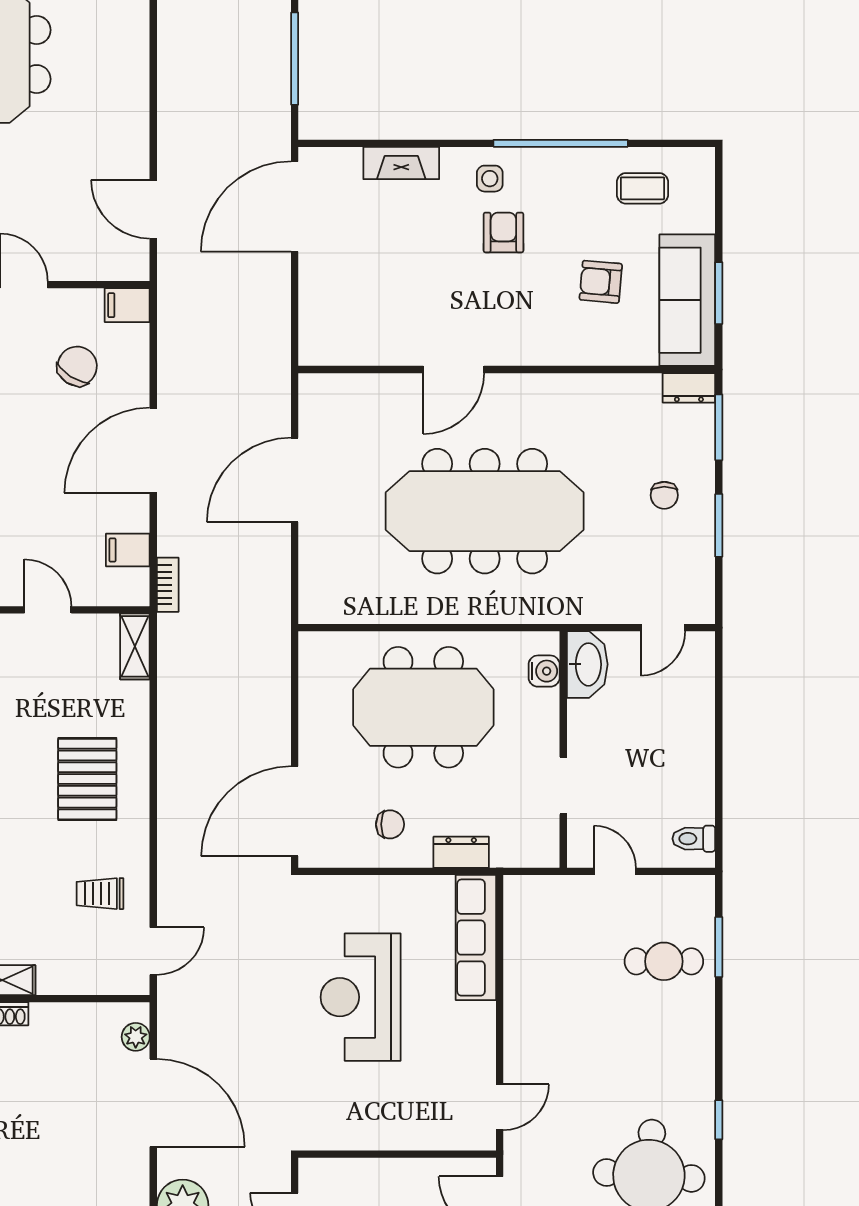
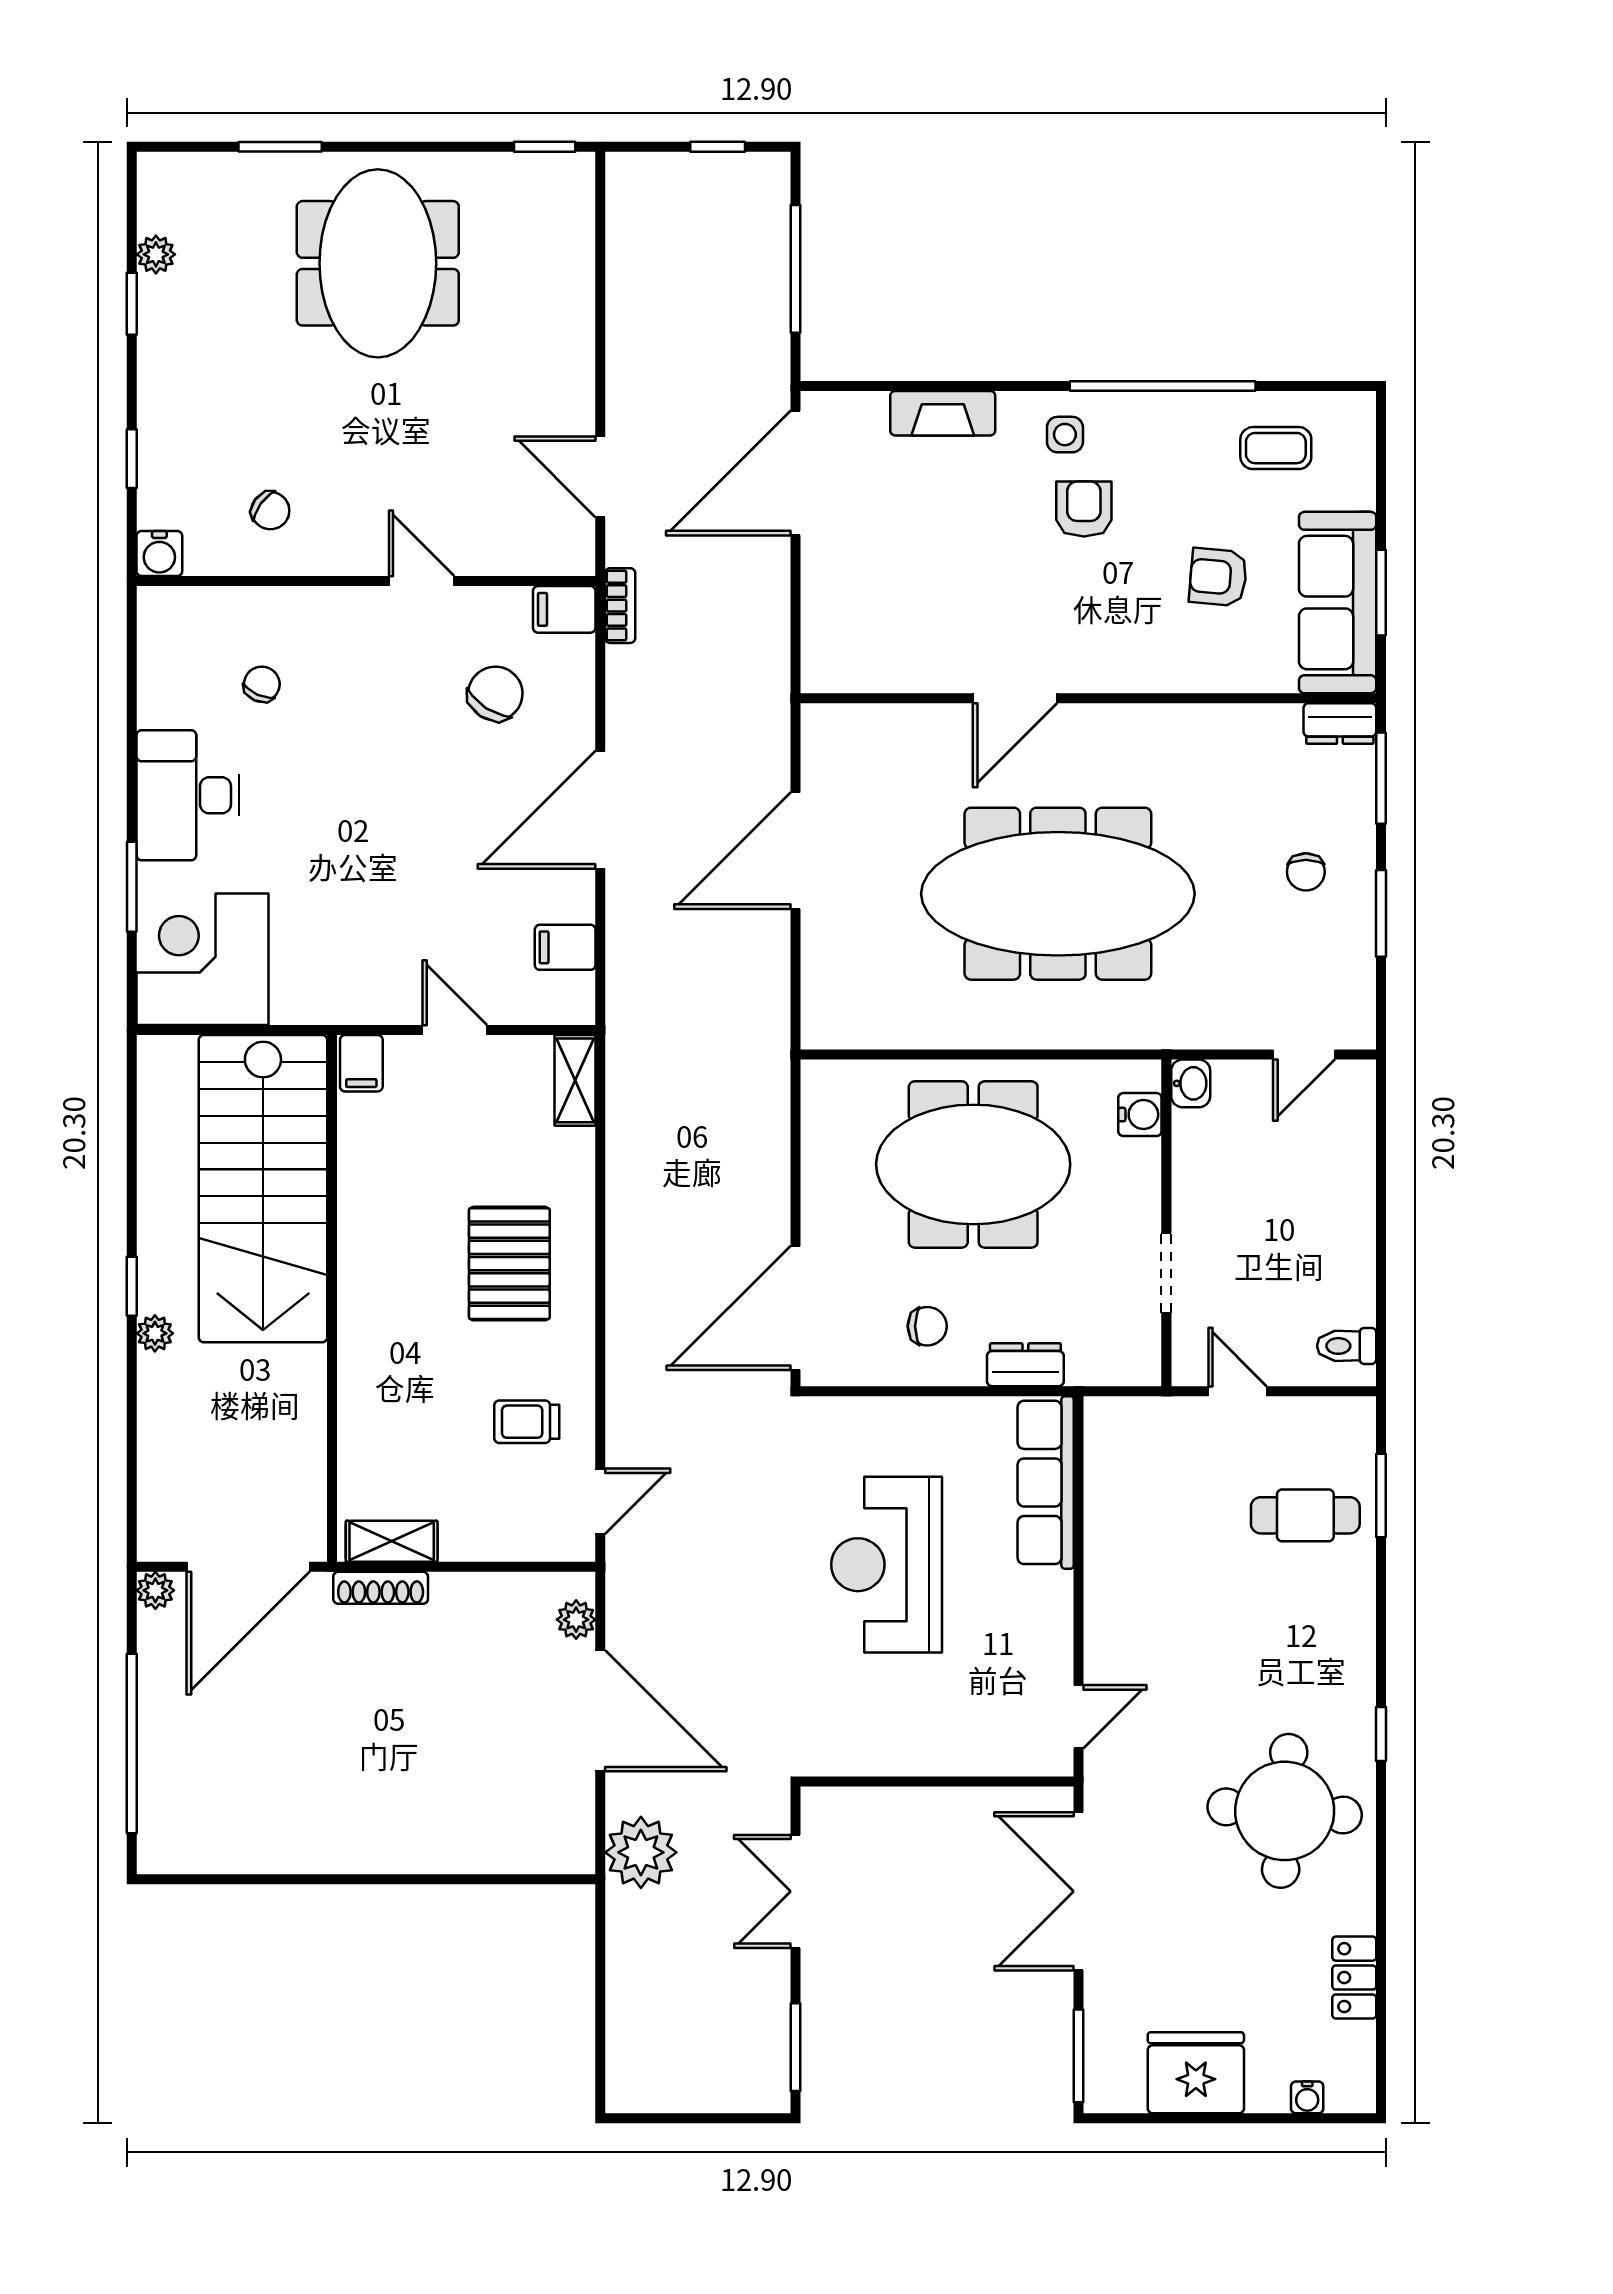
bookcase: (168, 585) -> (620, 606), moved
washbasin: (587, 664) -> (1191, 1083), width x0.52, depth x0.69

